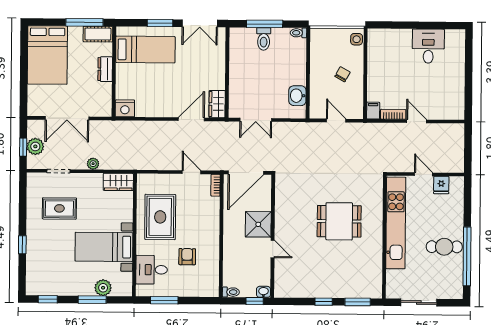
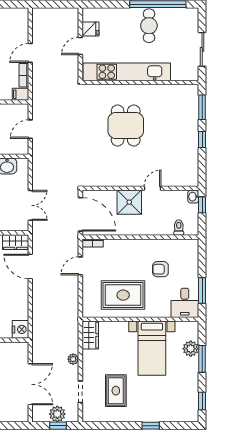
desk: (152, 270) -> (185, 303), moved
toilet: (231, 292) -> (179, 227), moved

